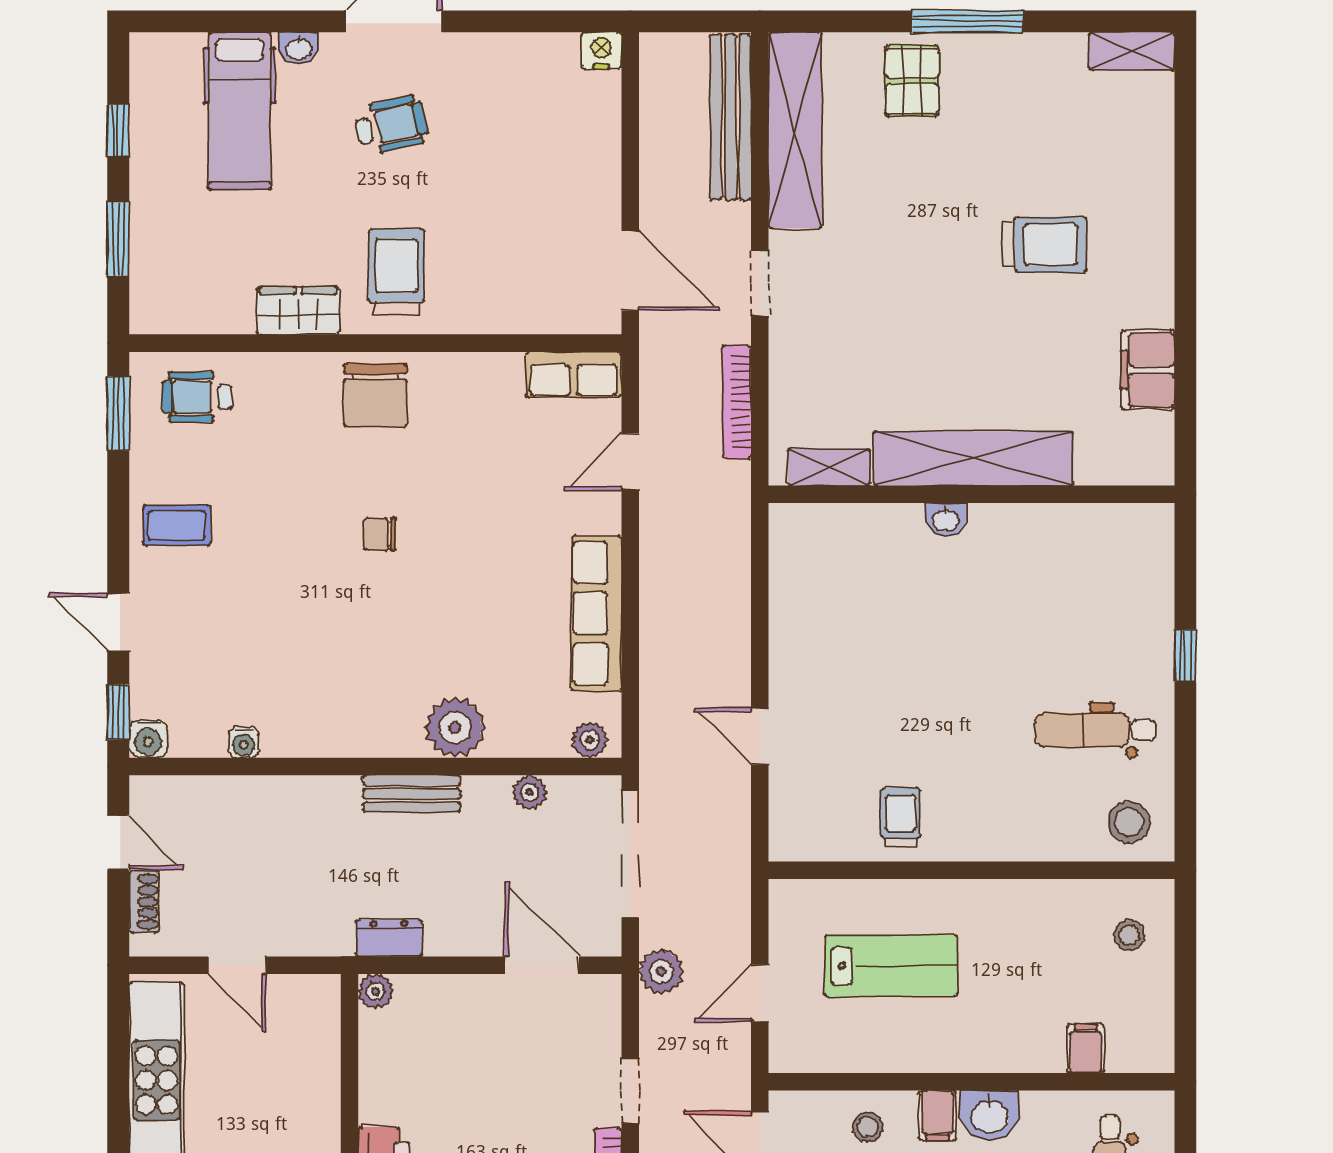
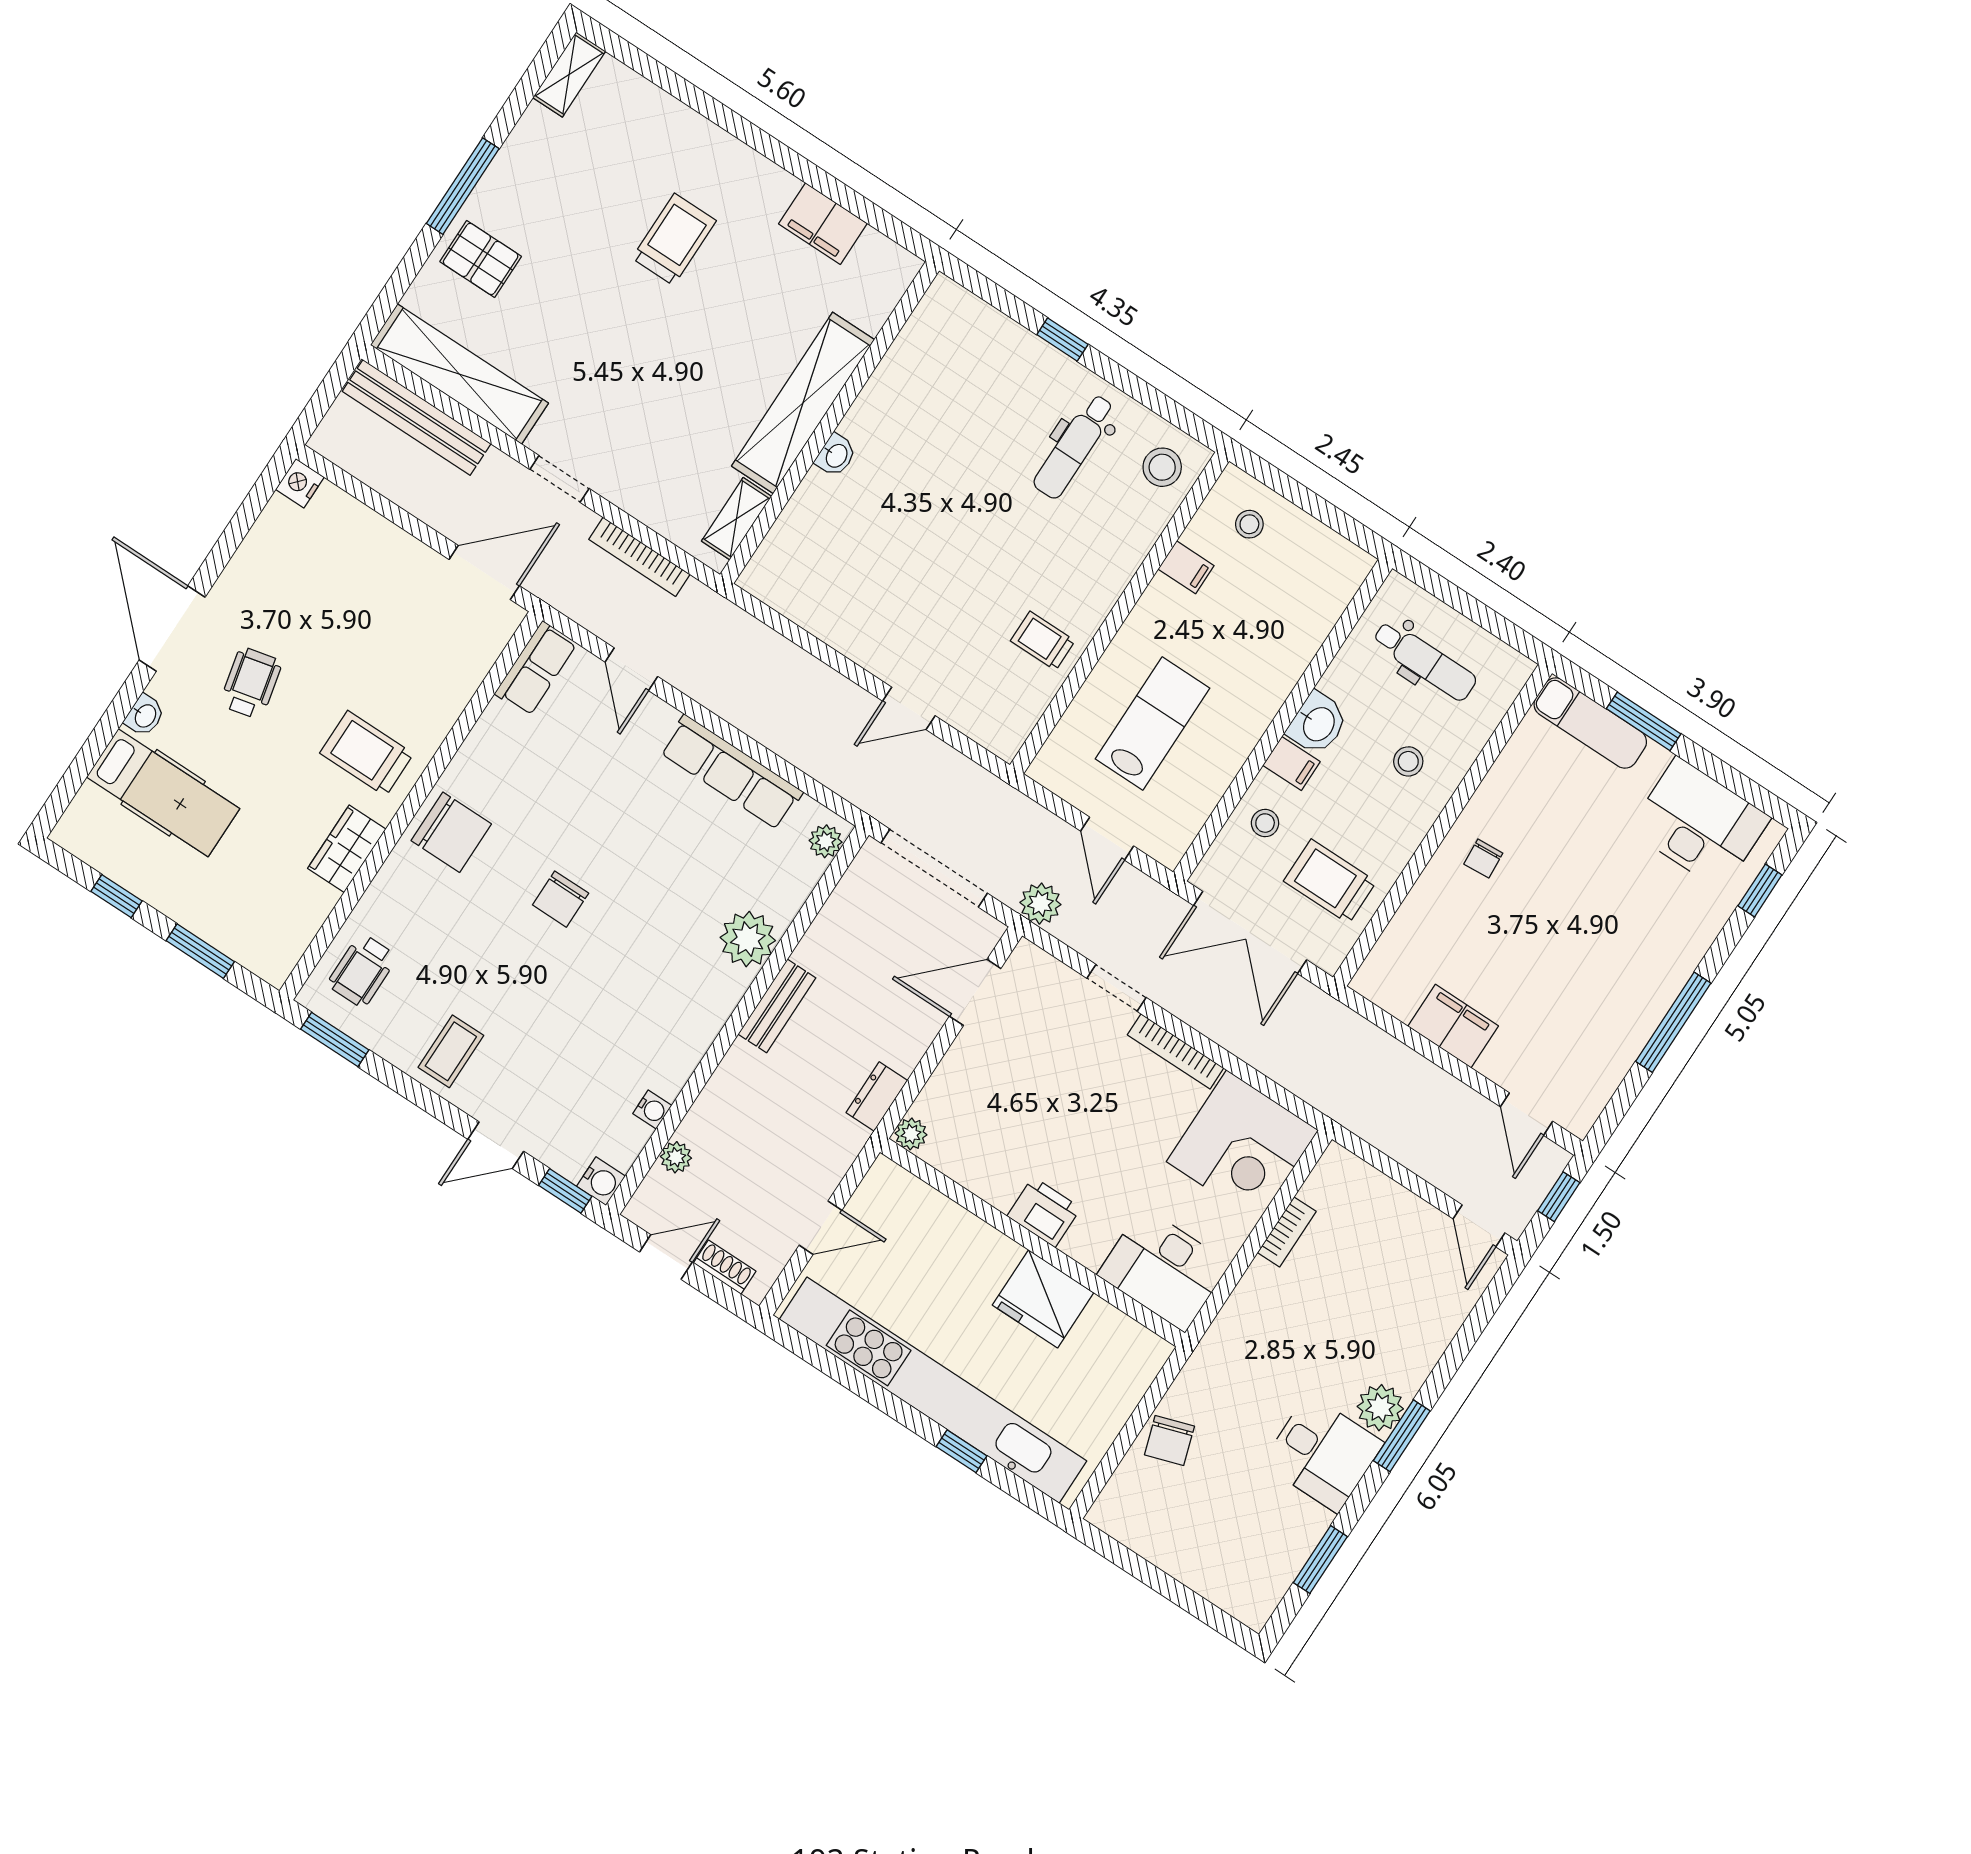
chair: (380, 534) -> (561, 899), width x1.37, depth x1.37
plant: (530, 792) -> (676, 1157), moved
filing cabinet: (1086, 1049) -> (1186, 567), moved, turned 180

